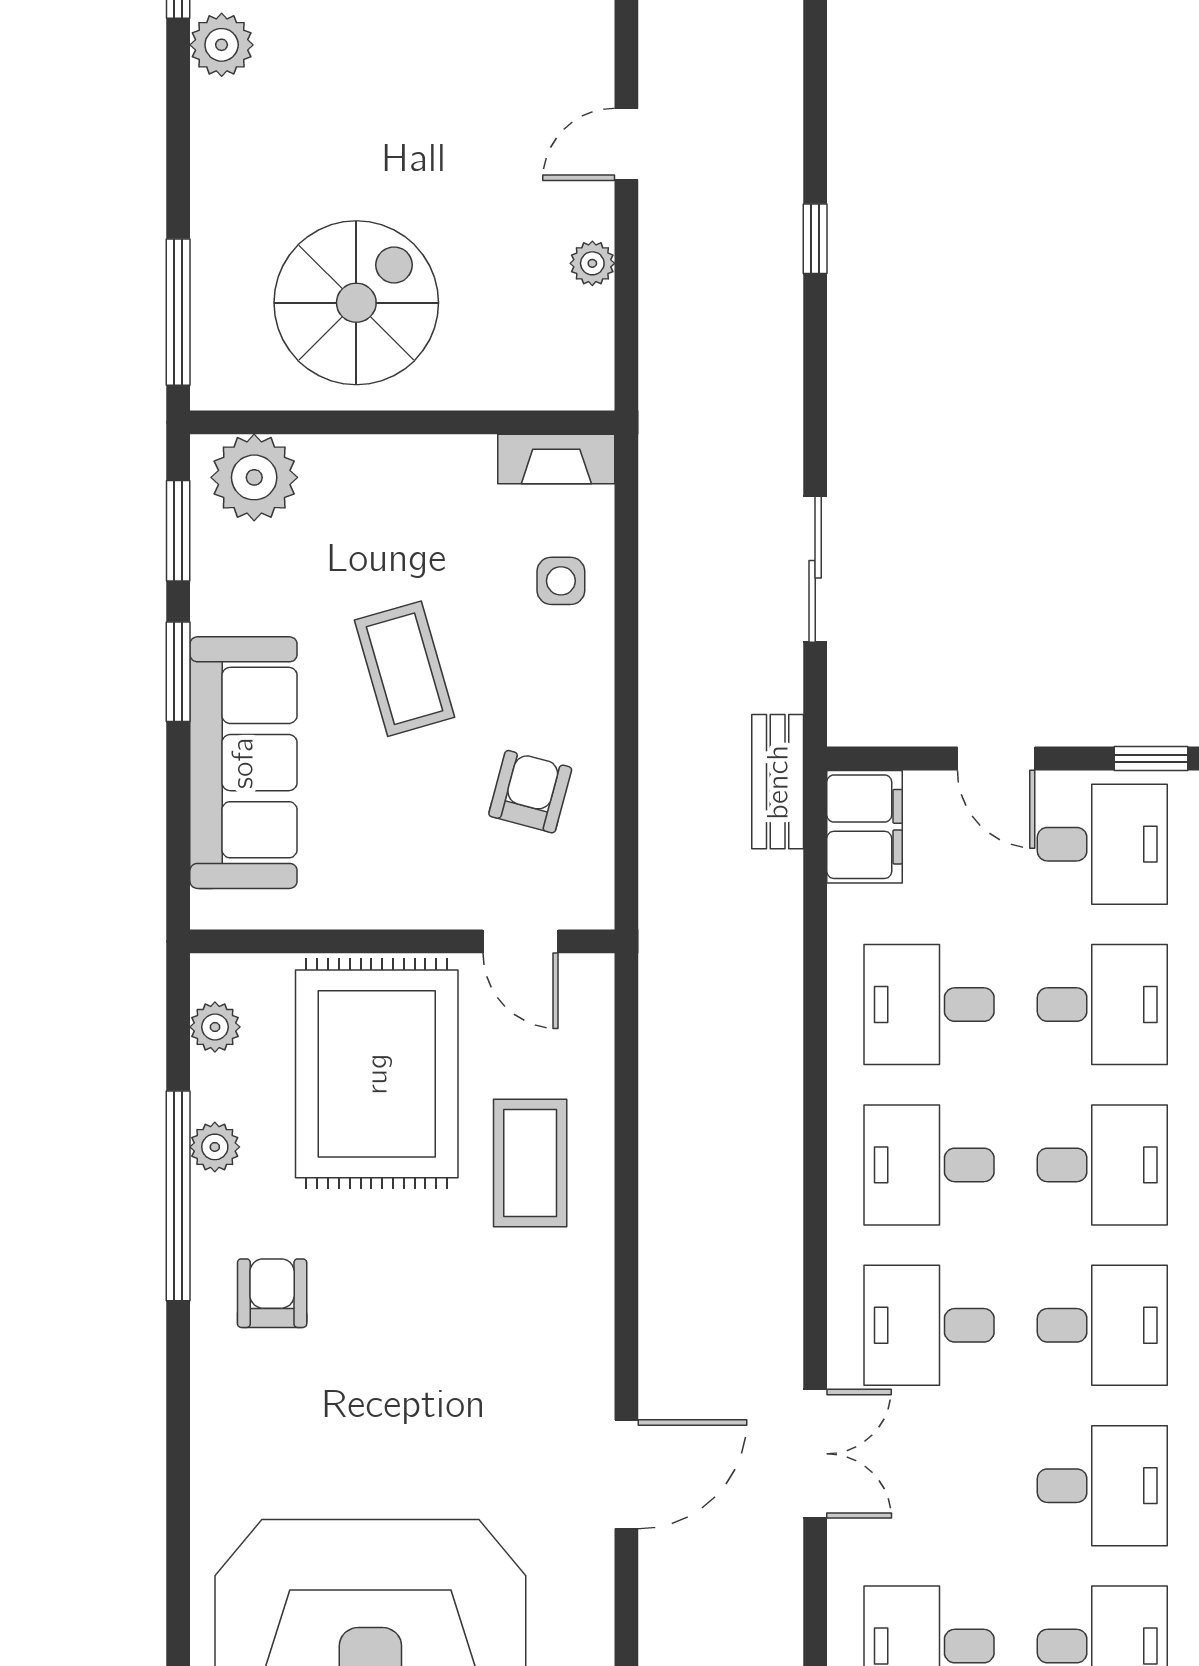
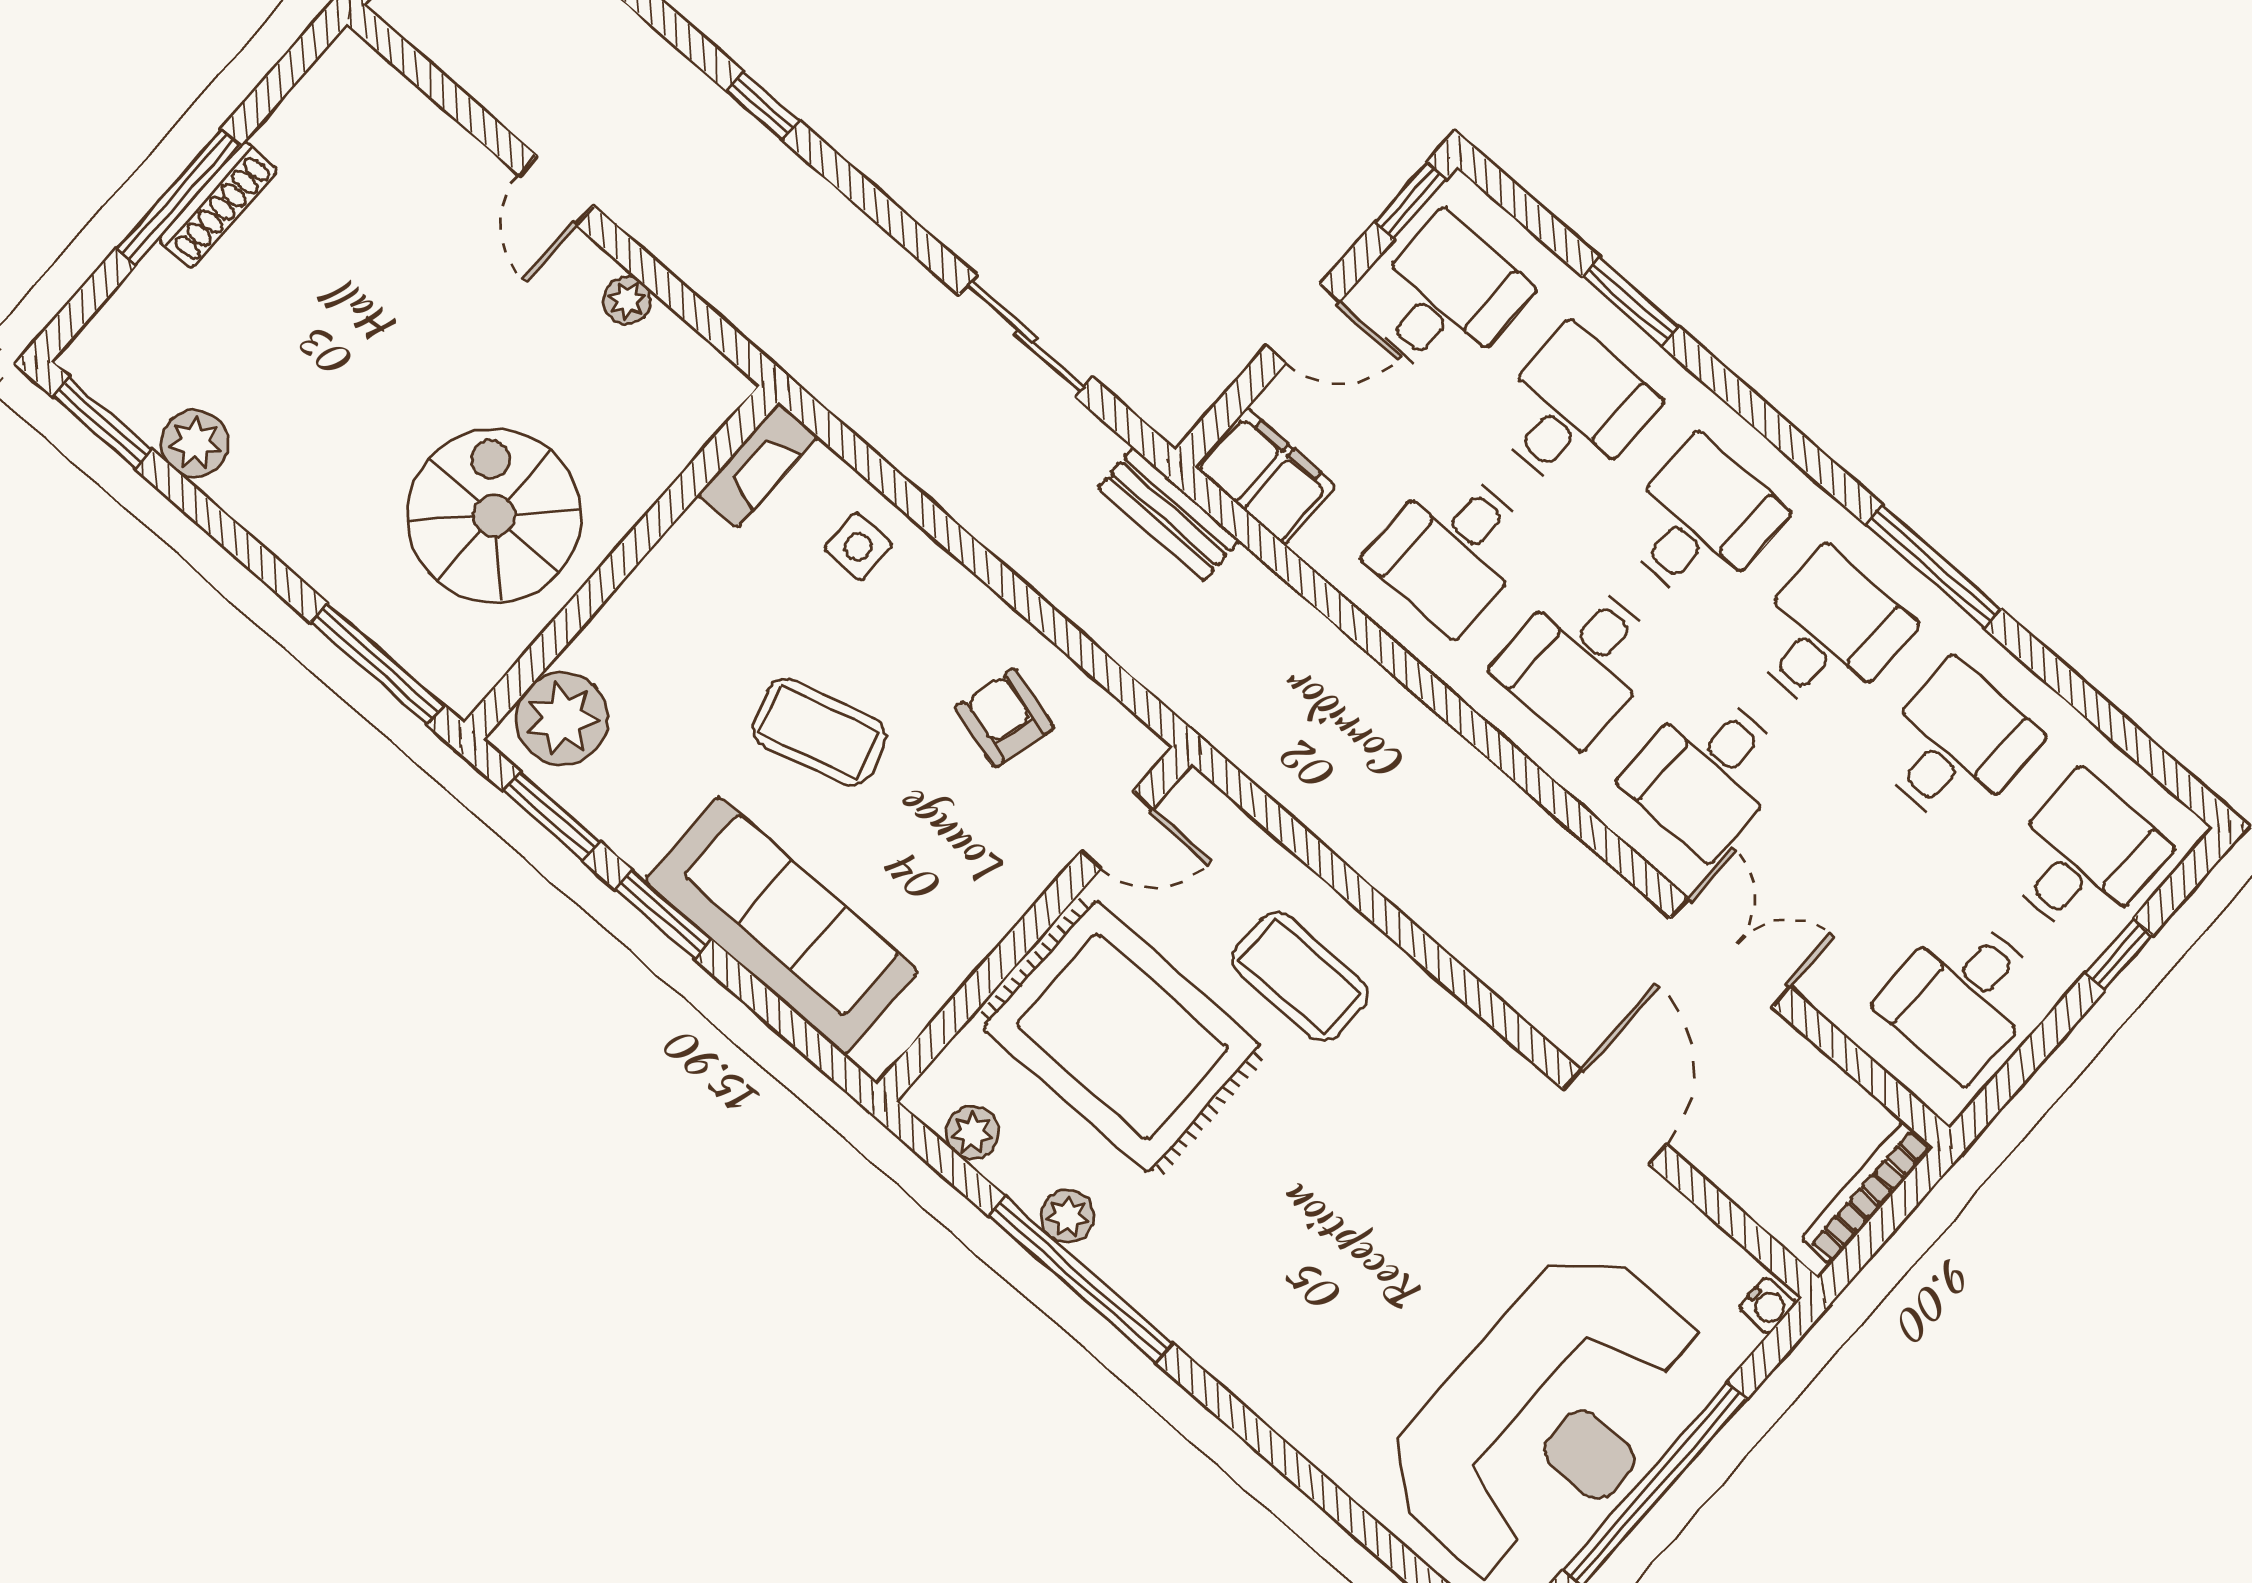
armchair: (272, 1293) -> (1224, 1273), removed

